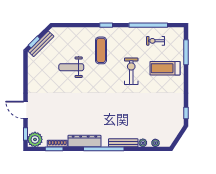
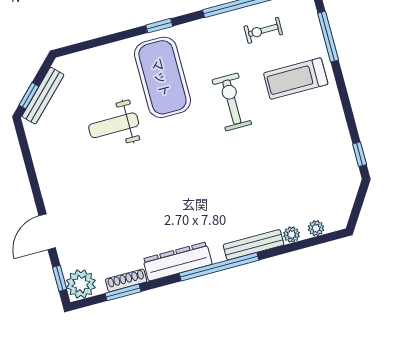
exercise mat: (101, 50) -> (162, 77), width x2.00, depth x1.45
door: (25, 110) -> (47, 232), hinge flipped

